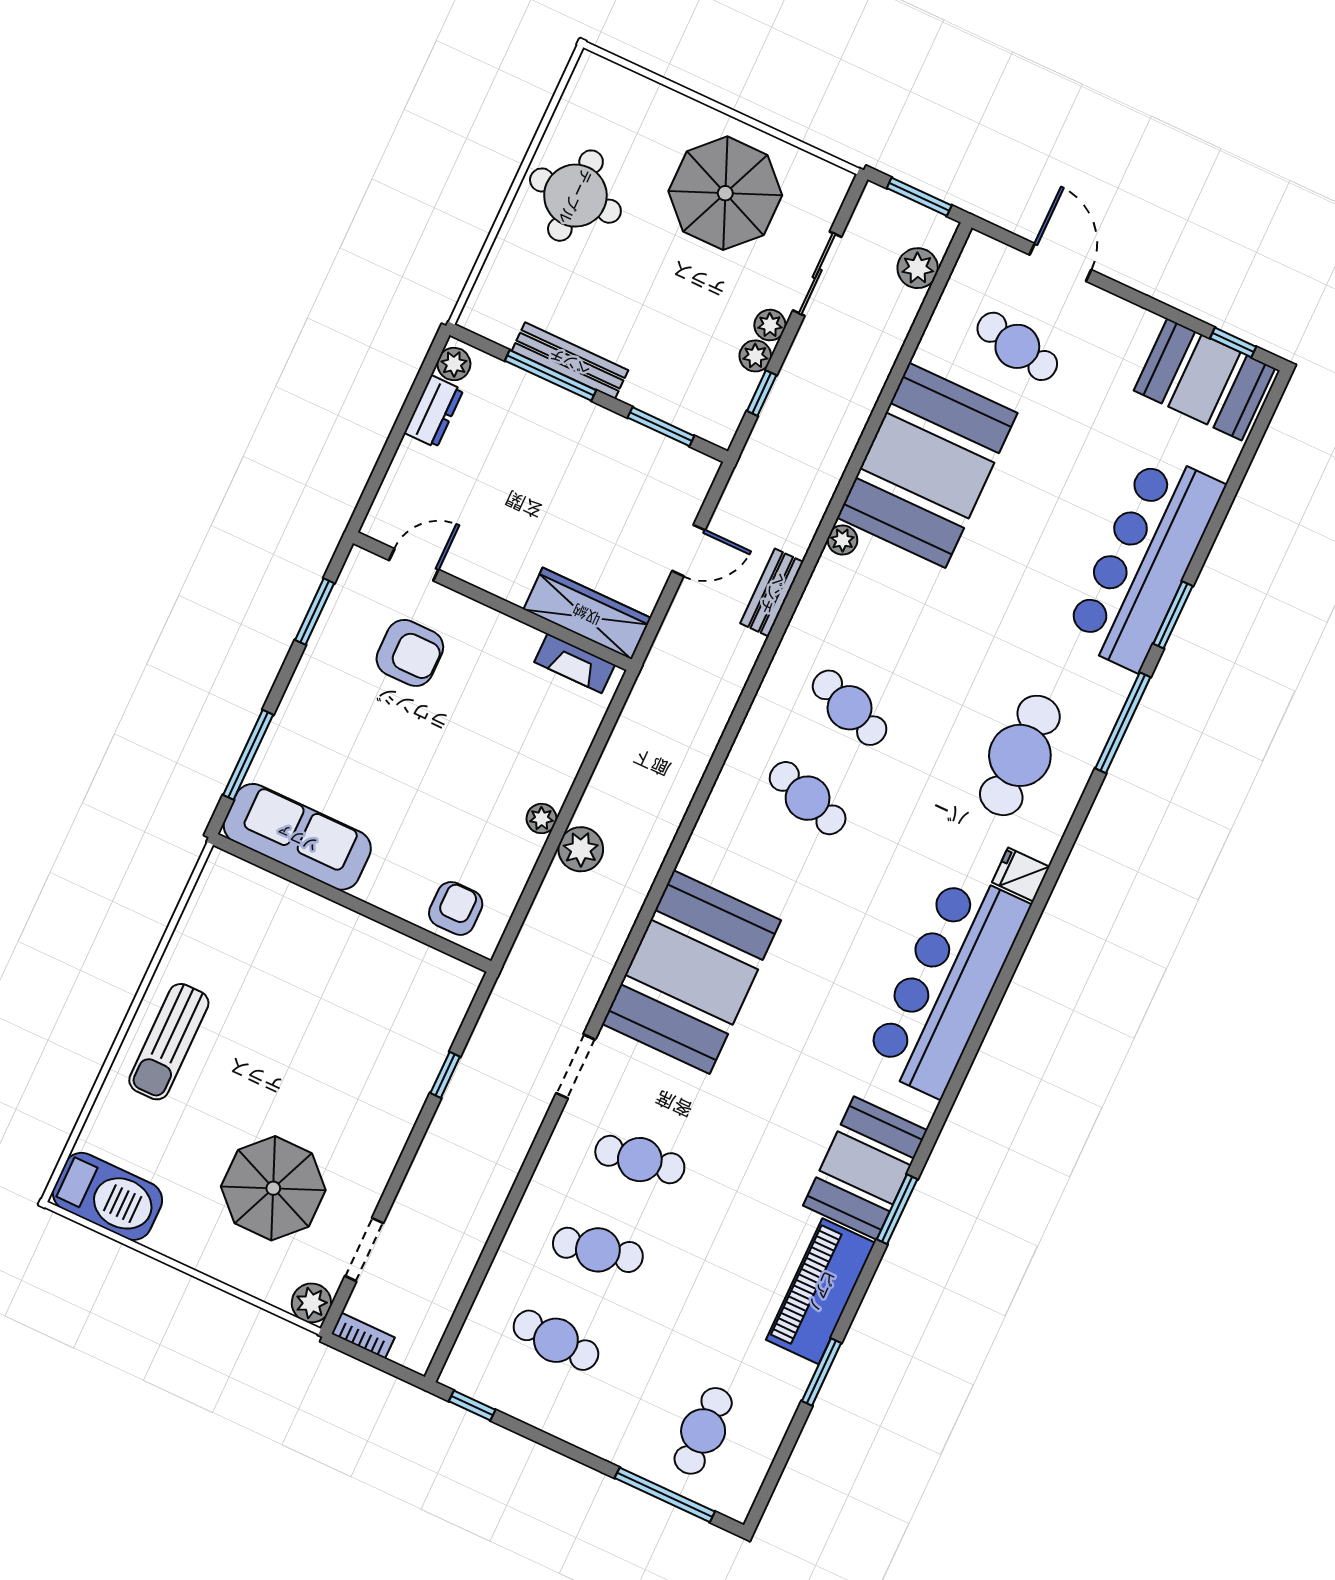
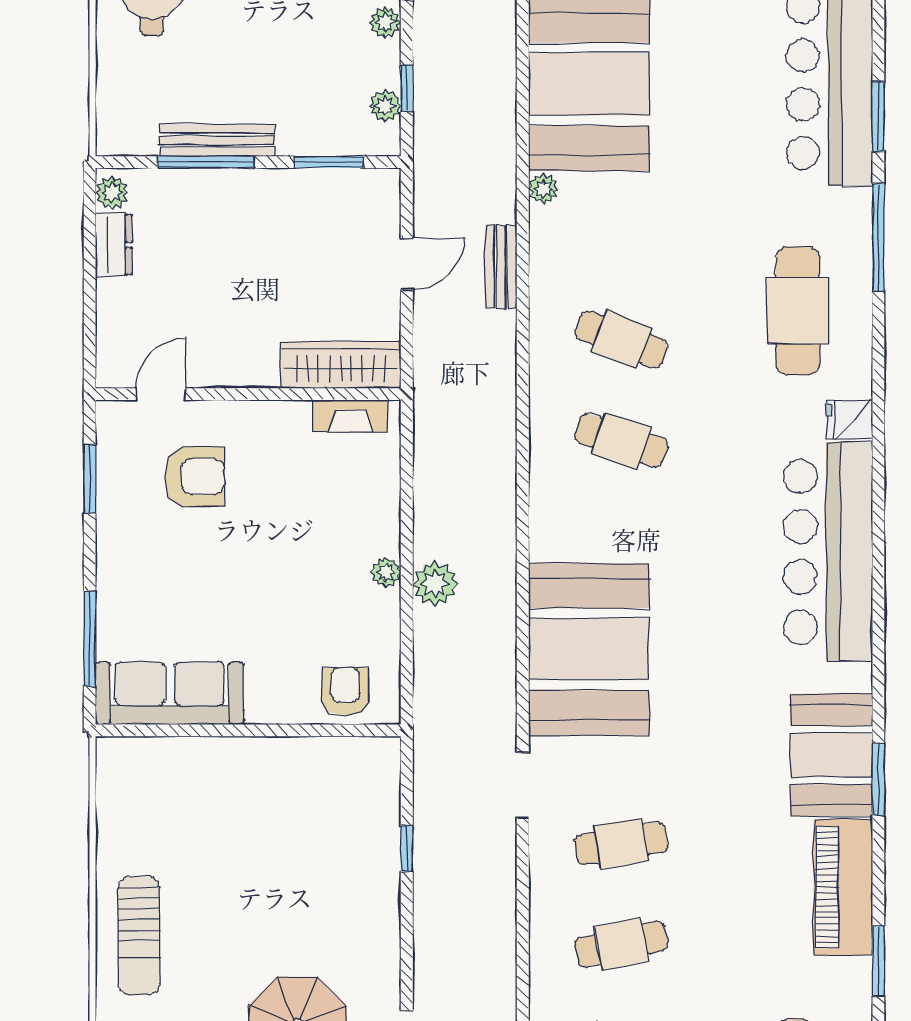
plant: (755, 356) -> (385, 106), moved

